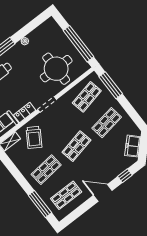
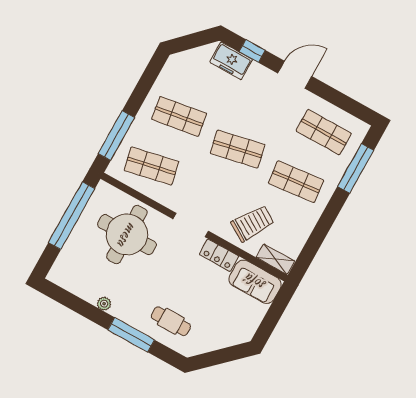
freezer: (133, 146) -> (231, 61), moved, turned 45
door: (103, 193) -> (295, 75), swing flipped

